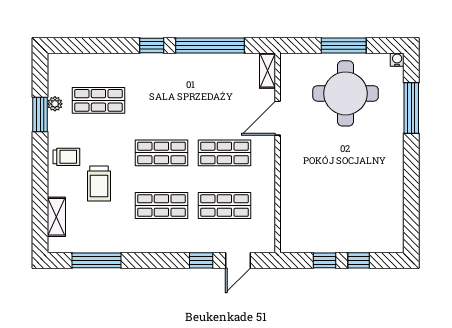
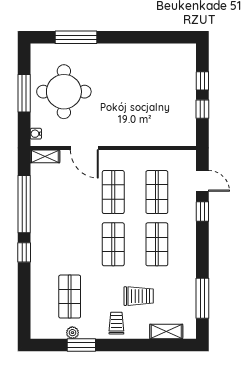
water cooler: (397, 60) -> (36, 134), moved

